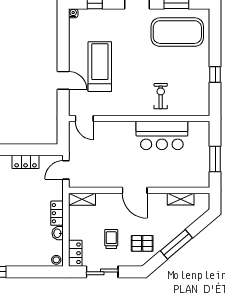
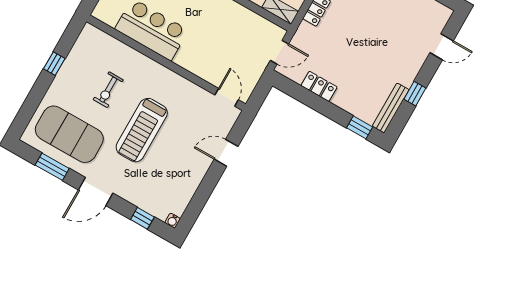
treadmill: (100, 67) -> (142, 130), moved
door: (63, 80) -> (226, 153), hinge flipped
exercise bike: (161, 96) -> (108, 90), moved

